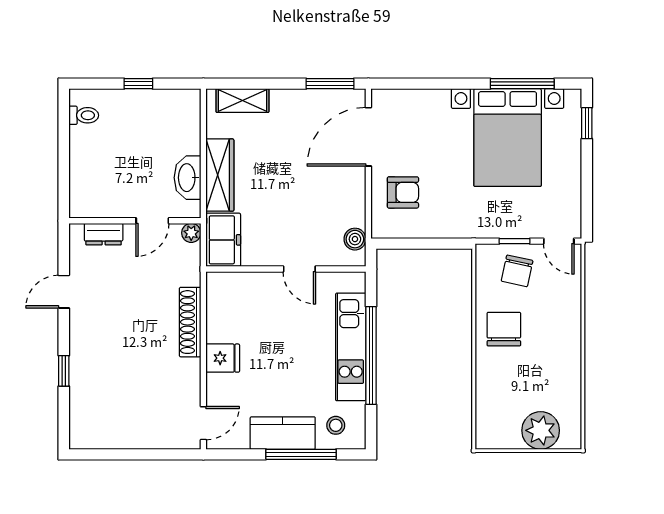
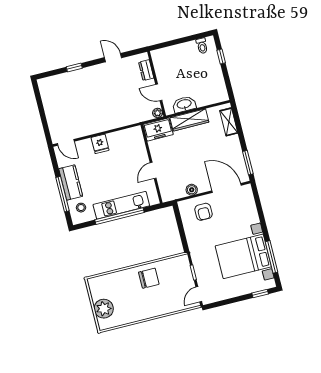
window: (138, 84) -> (221, 57), moved
boiler: (355, 239) -> (192, 190), moved
chair: (517, 271) -> (179, 277), removed
shoe rack: (190, 322) -> (114, 123), removed

